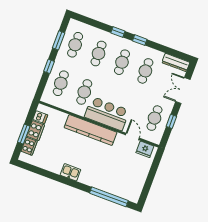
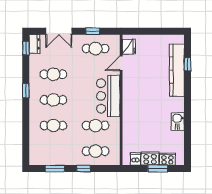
window: (118, 32) -> (26, 48), moved
cafe table: (75, 45) -> (53, 151), removed
dresser: (176, 62) -> (34, 44), width x0.70
kitchen counter: (91, 130) -> (177, 70), moved, turned 180
kitchen sink: (70, 172) -> (178, 122), moved
window: (109, 197) -> (188, 64), width x0.32

